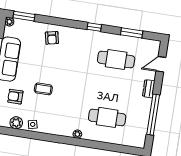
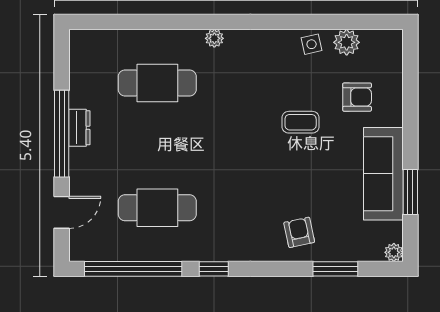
window: (24, 16) -> (335, 269), moved
window: (132, 33) -> (133, 269), width x2.11
dresser: (149, 89) -> (79, 128), moved
window: (153, 115) -> (62, 134), moved

